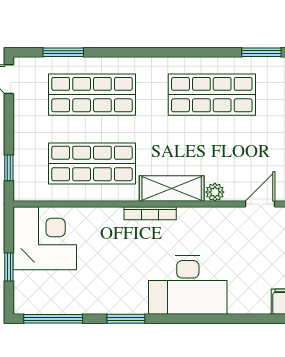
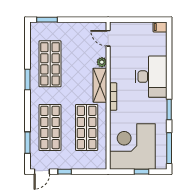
window: (261, 52) -> (28, 79), moved
window: (9, 168) -> (65, 172), moved
corner desk: (45, 238) -> (132, 146), width x1.36, depth x1.36

